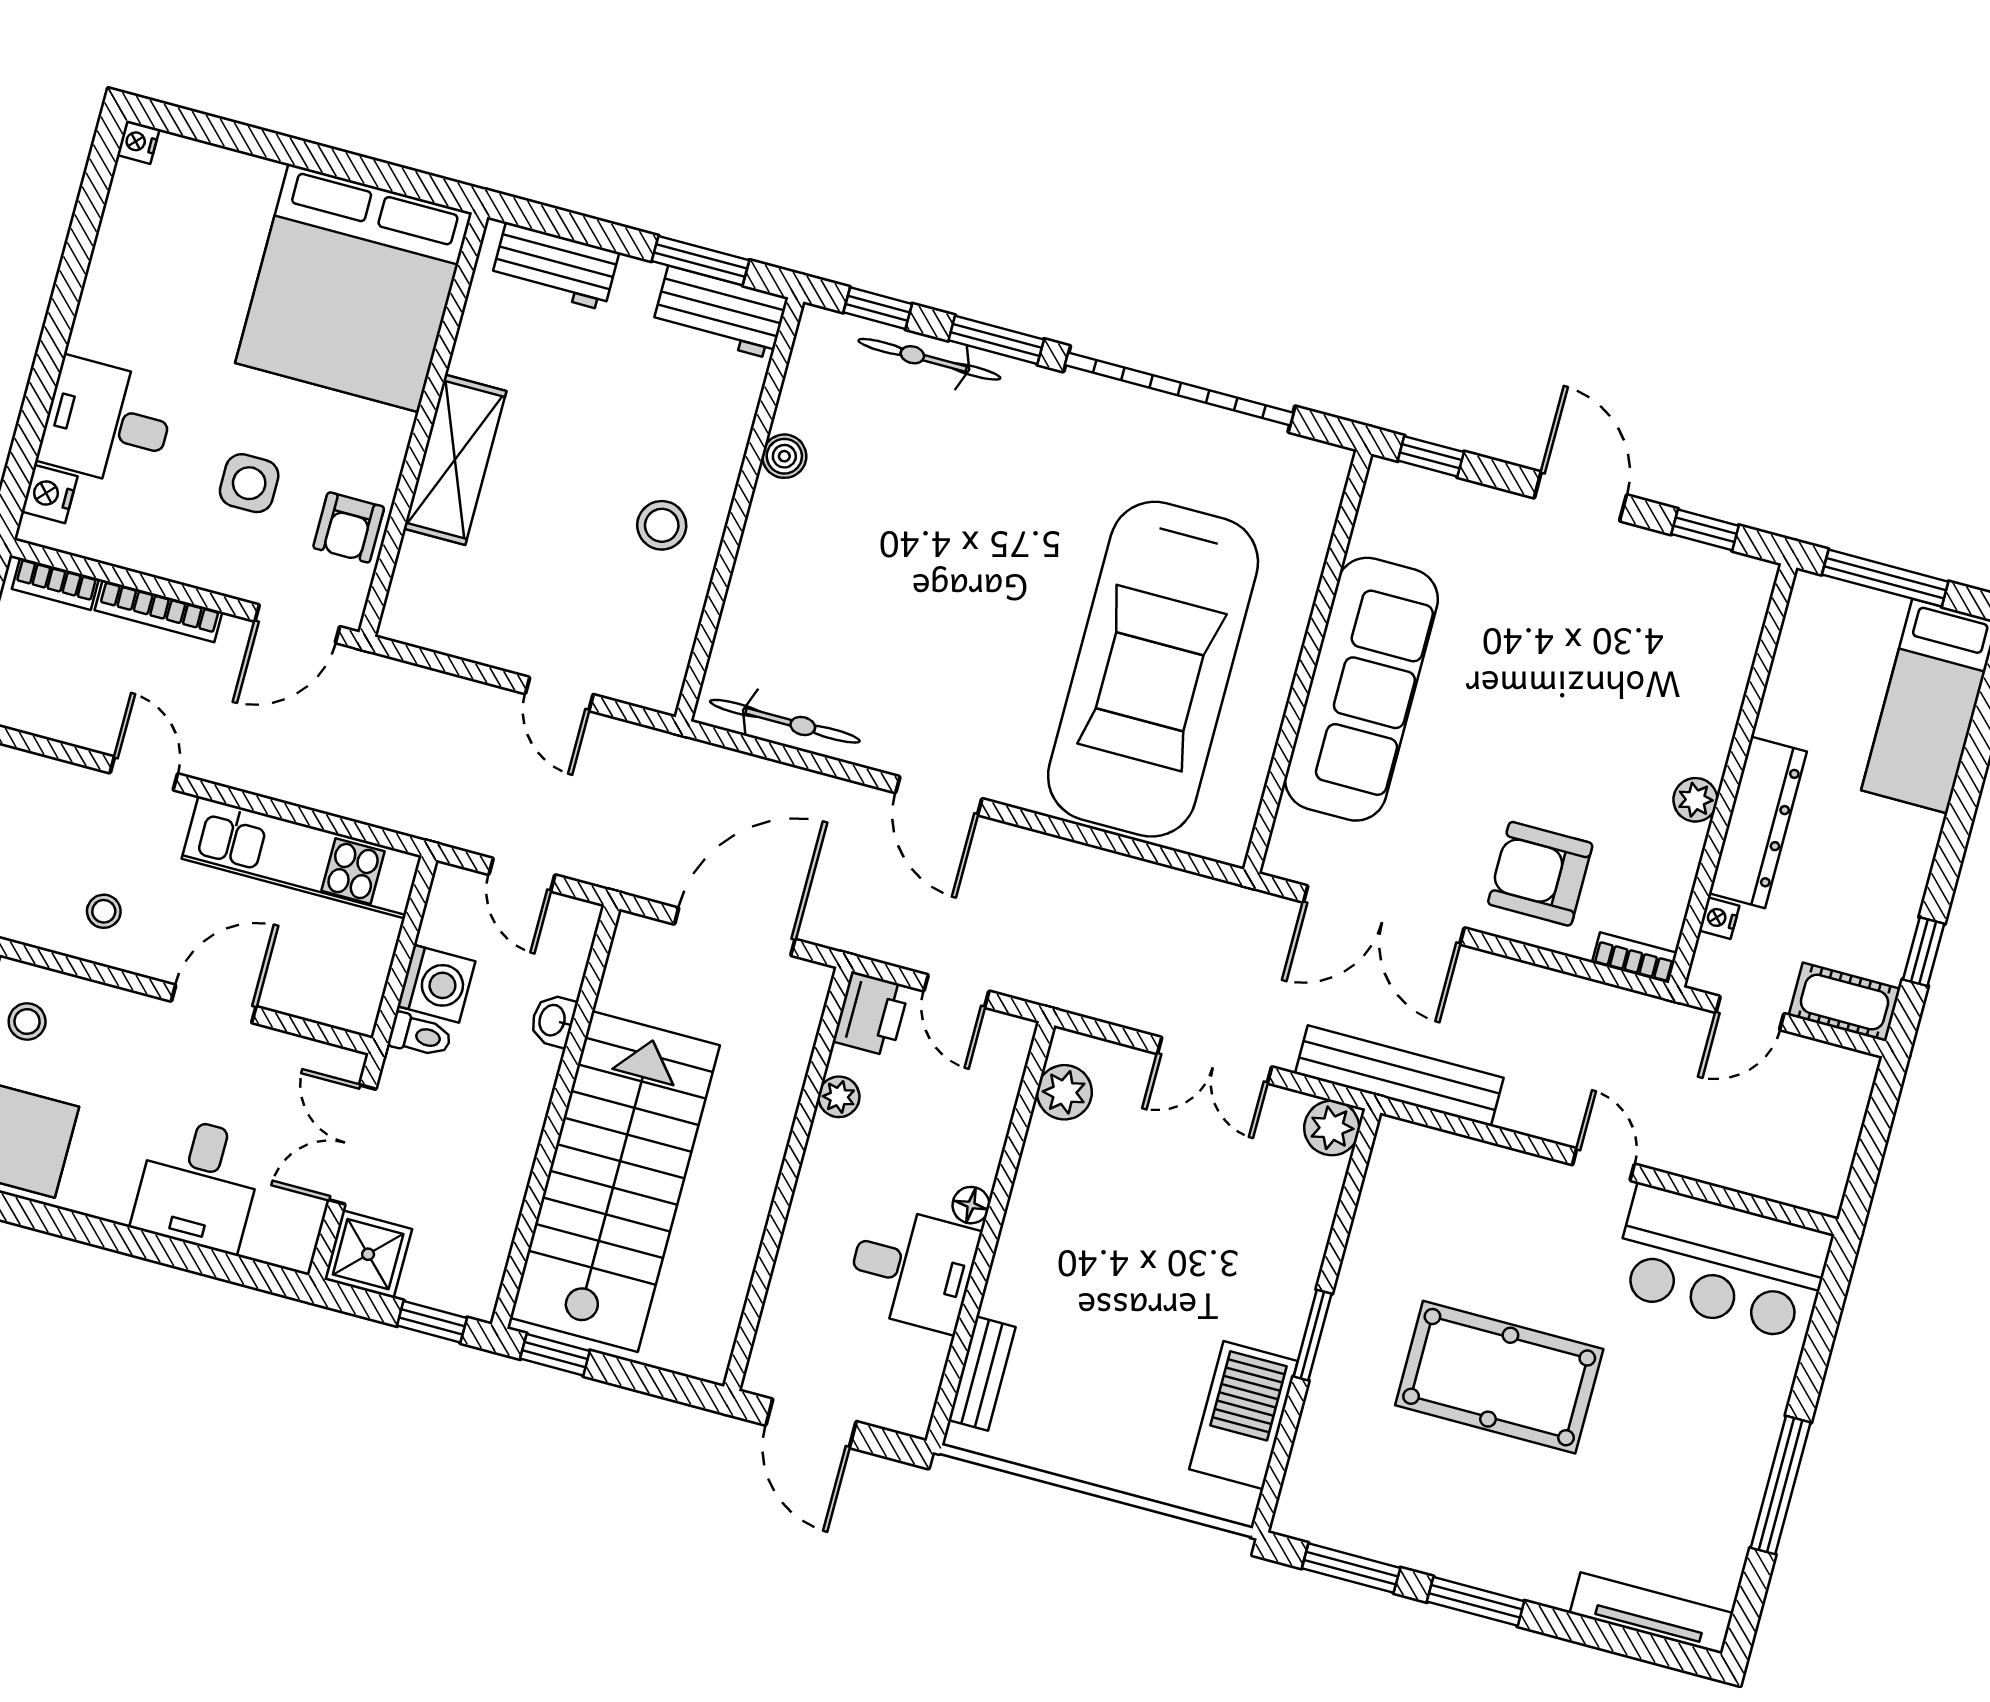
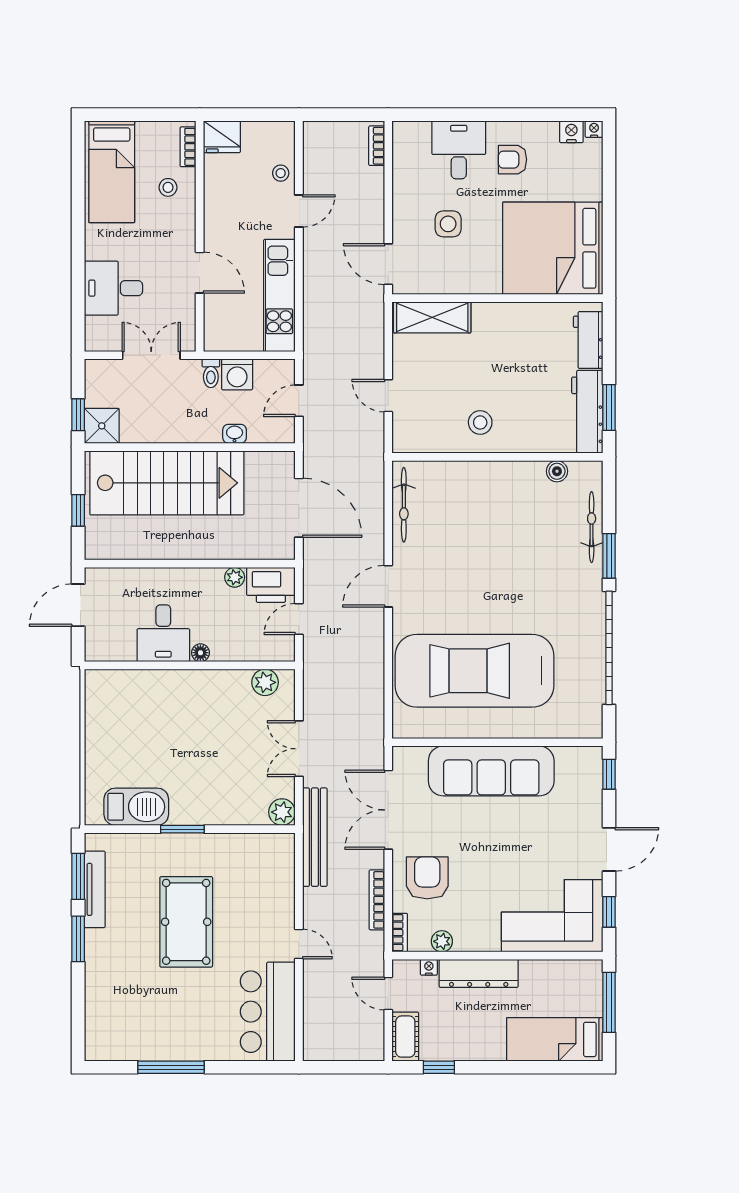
window: (878, 308) -> (609, 496), removed
workbench: (720, 312) -> (587, 412), width x1.37
boiler: (784, 456) -> (557, 471), moved
shelving: (455, 460) -> (432, 317), moved
nightstand: (49, 494) -> (571, 132), moved
armchair: (349, 527) -> (513, 160), moved
bookcase: (159, 611) -> (377, 900), moved
corner sofa: (1682, 645) -> (552, 916), added
door: (559, 694) -> (388, 396), hinge flipped
plant: (1695, 800) -> (442, 941), moved
stool: (104, 911) -> (281, 173), moved
printer: (871, 1014) -> (271, 585), width x1.37, depth x1.19
door: (1603, 1164) -> (299, 944), hinge flipped
shower: (368, 1254) -> (102, 426), moved
window: (555, 1355) -> (78, 510), moved
bench: (982, 1374) -> (123, 679), removed
tv unit: (1651, 1613) -> (95, 889), moved

